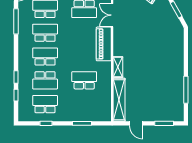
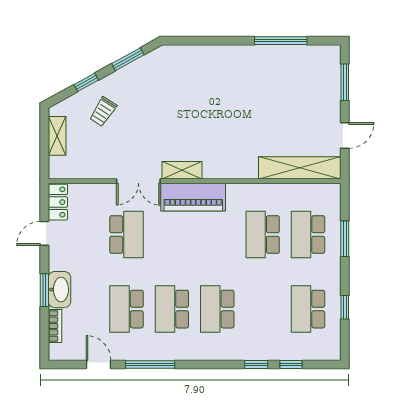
shelving: (118, 67) -> (182, 170), moved
school desk: (45, 80) -> (308, 234), moved, turned 180

